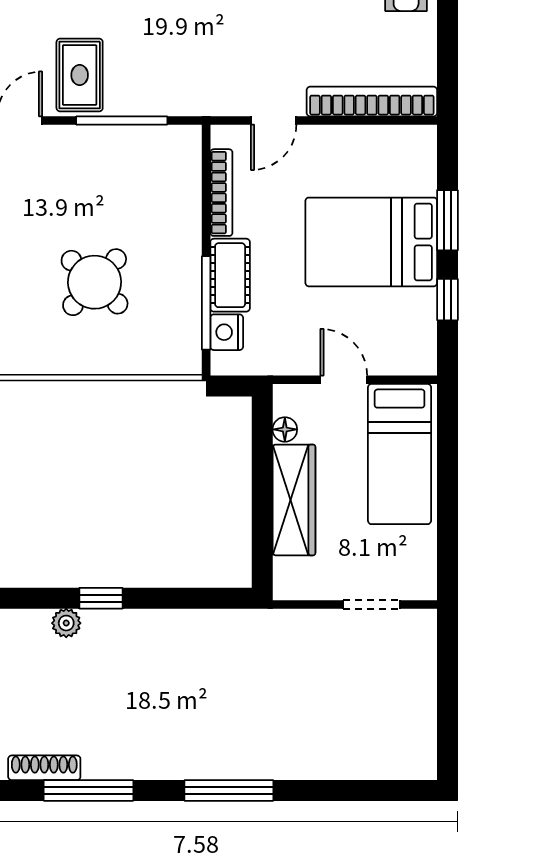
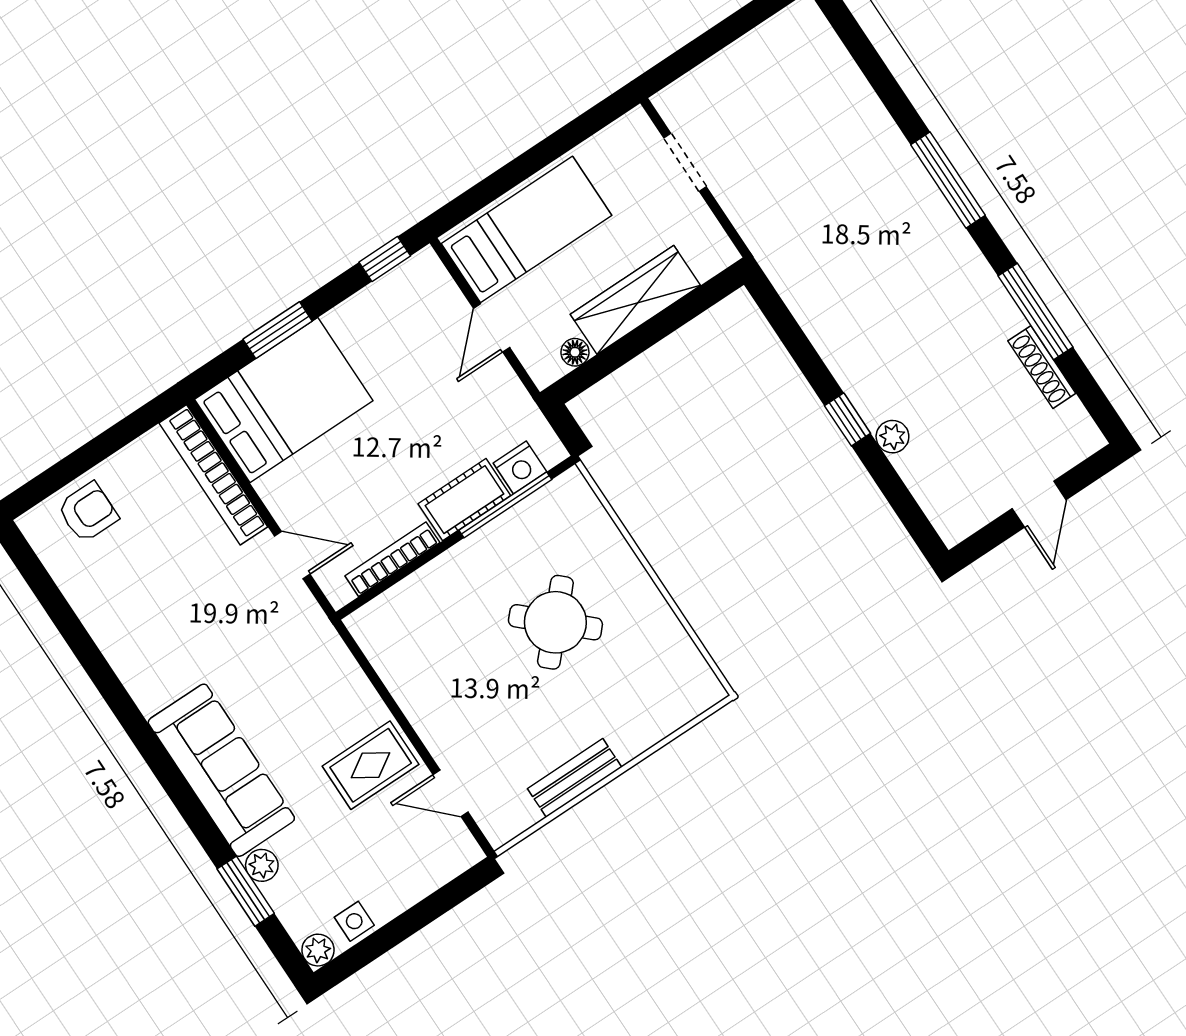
window: (122, 120) -> (387, 698), removed
bed: (371, 242) -> (284, 400), moved, turned -90
window: (447, 300) -> (385, 259), moved

